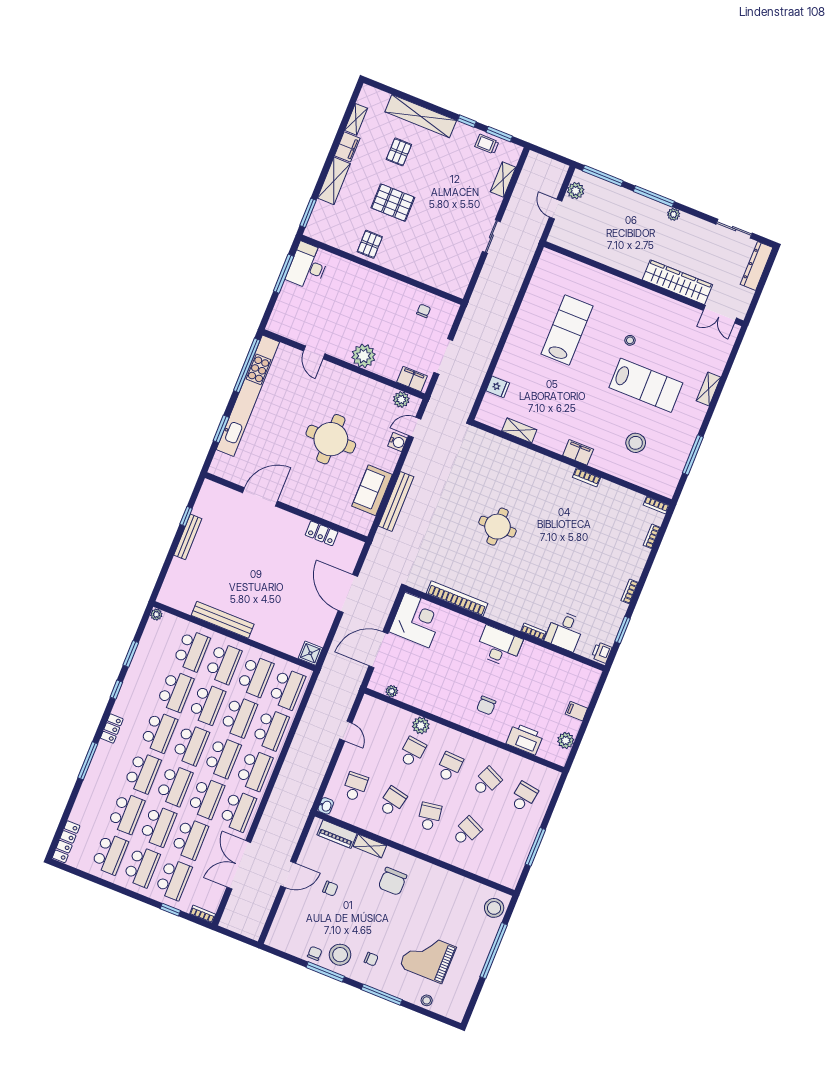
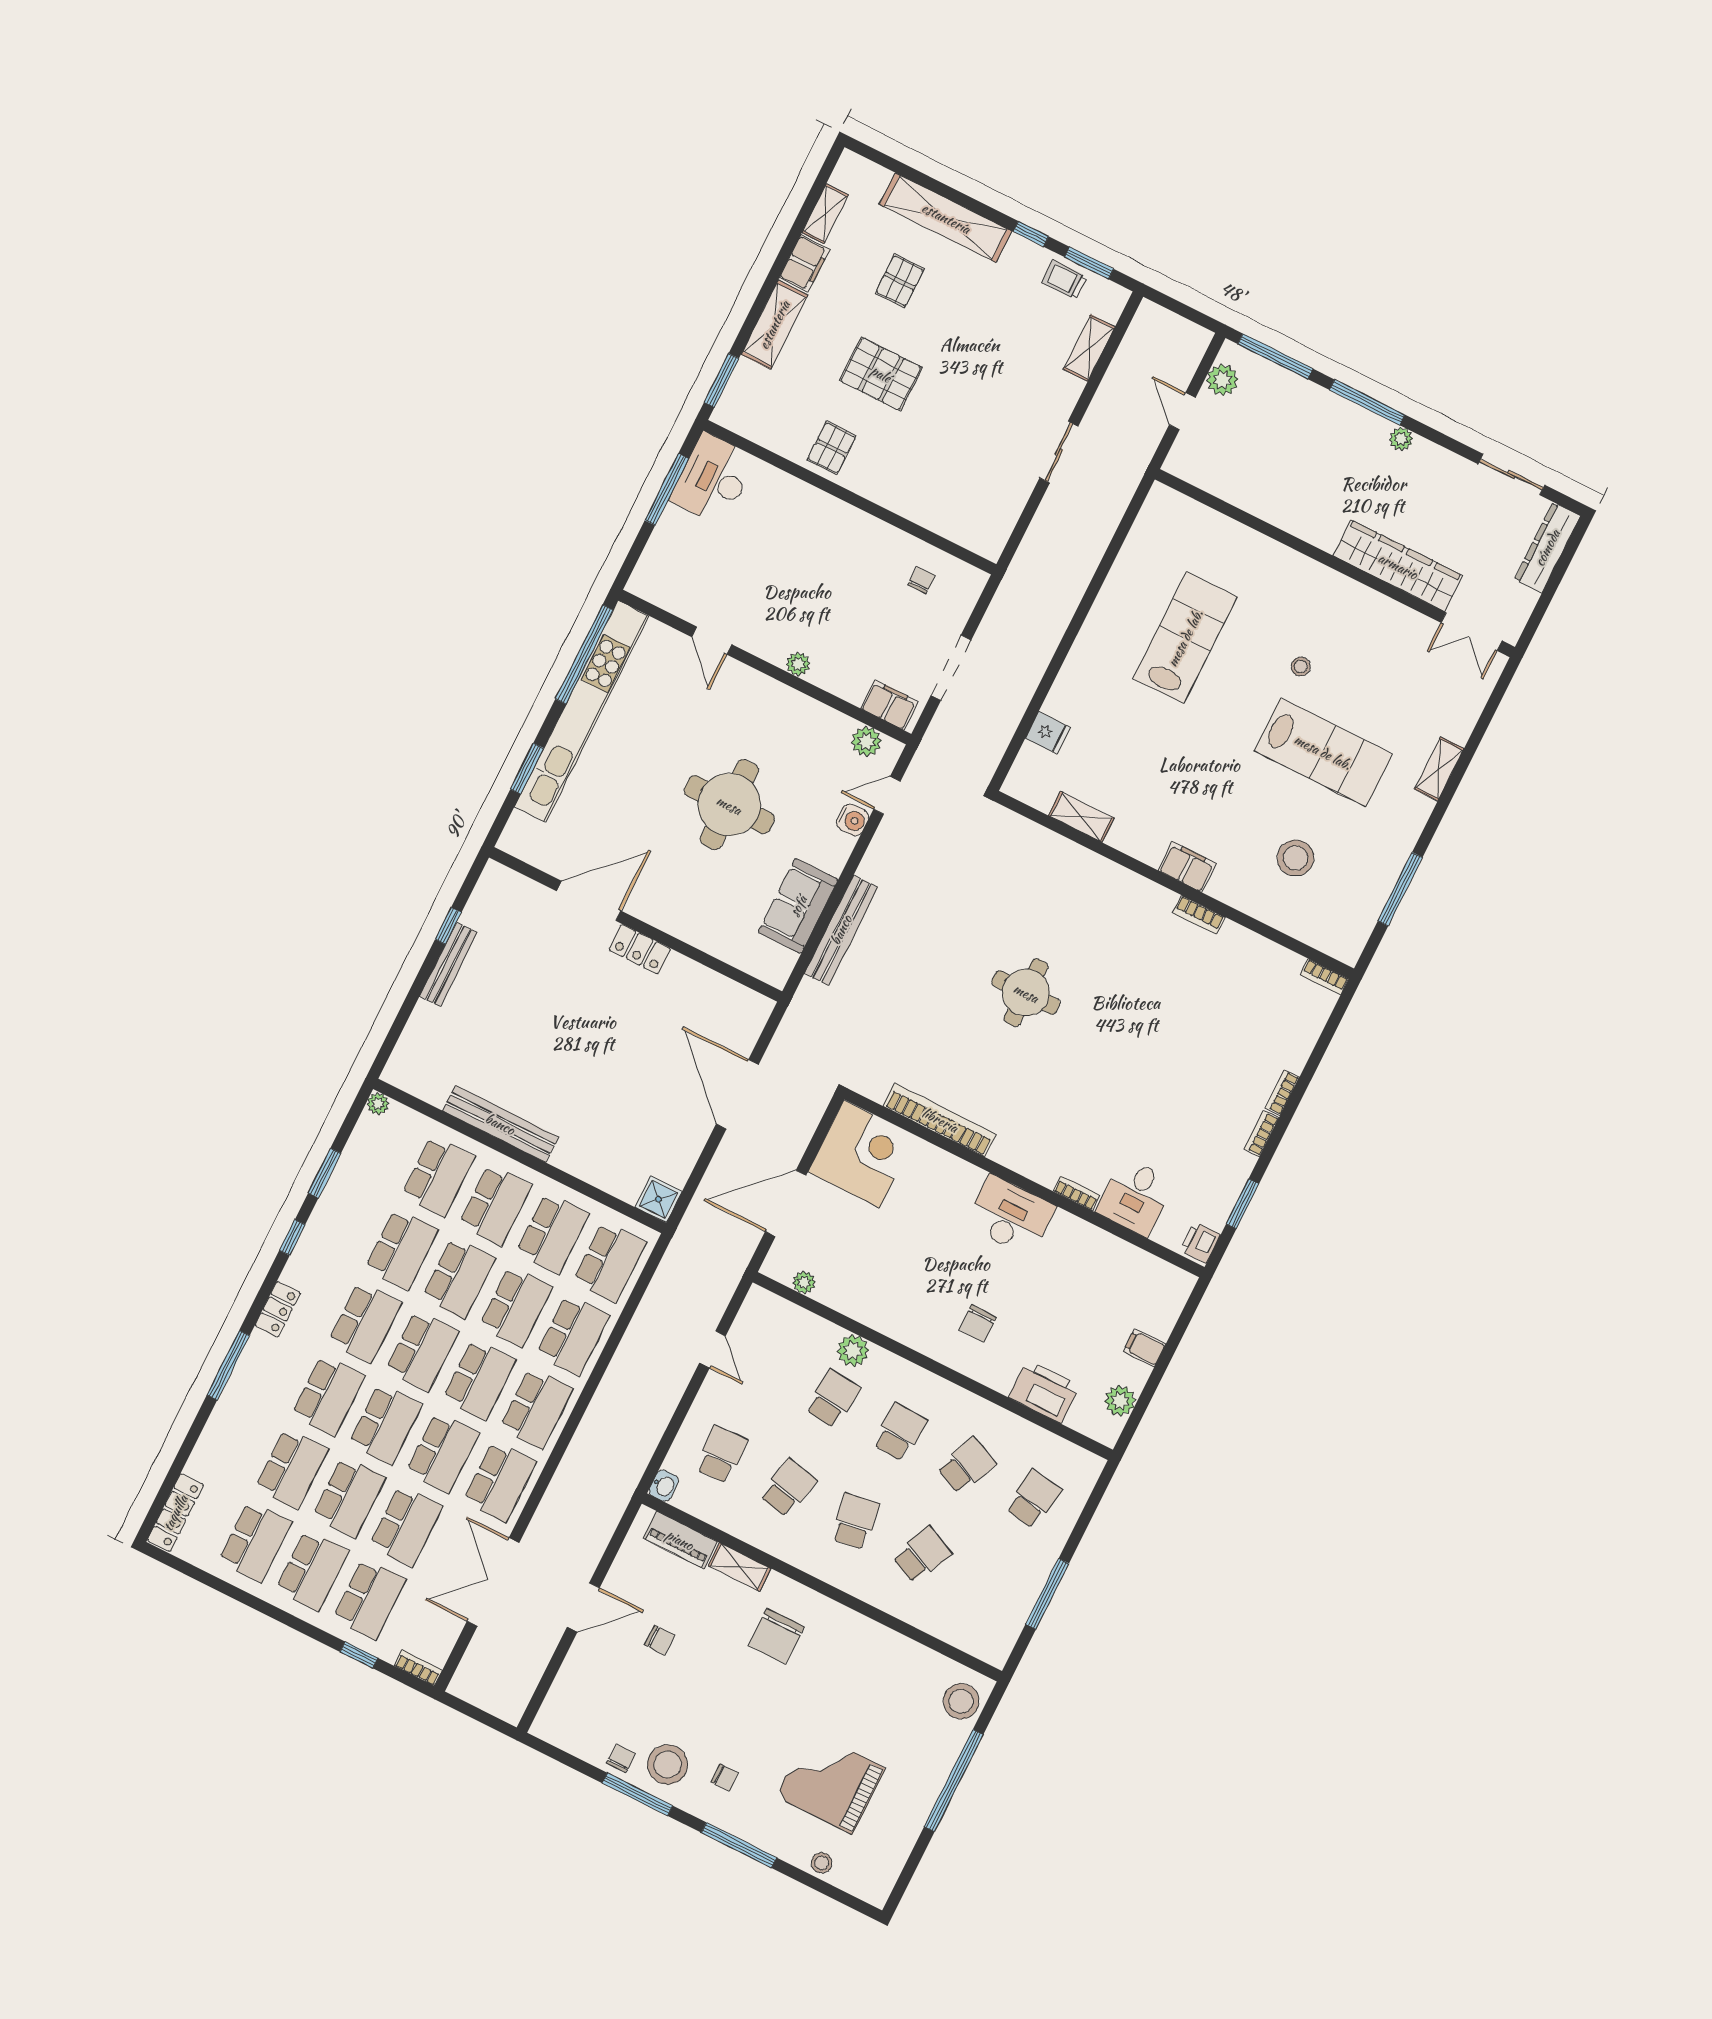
plant: (364, 356) -> (798, 664), width x0.53, depth x0.53
locker: (322, 533) -> (640, 949), moved
bookcase: (652, 536) -> (1282, 1092), moved

